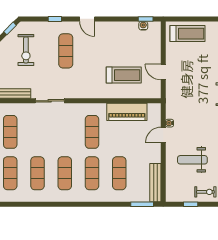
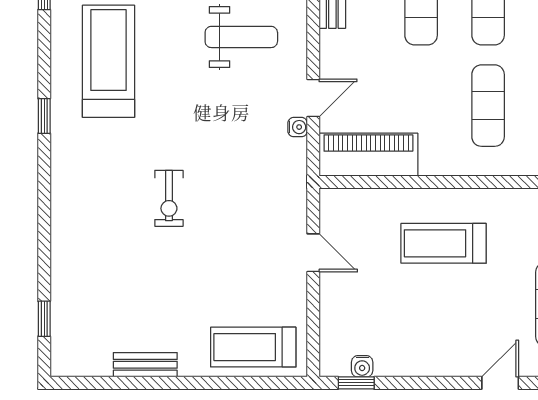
door: (87, 19) -> (500, 383), hinge flipped
treadmill: (124, 75) -> (444, 243), moved
piano: (127, 112) -> (368, 155), moved

